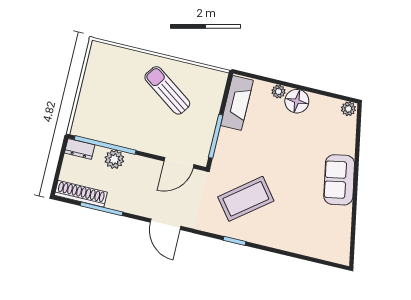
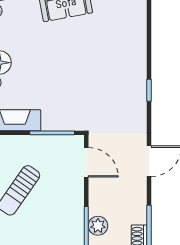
coffee table: (246, 199) -> (106, 89), removed

